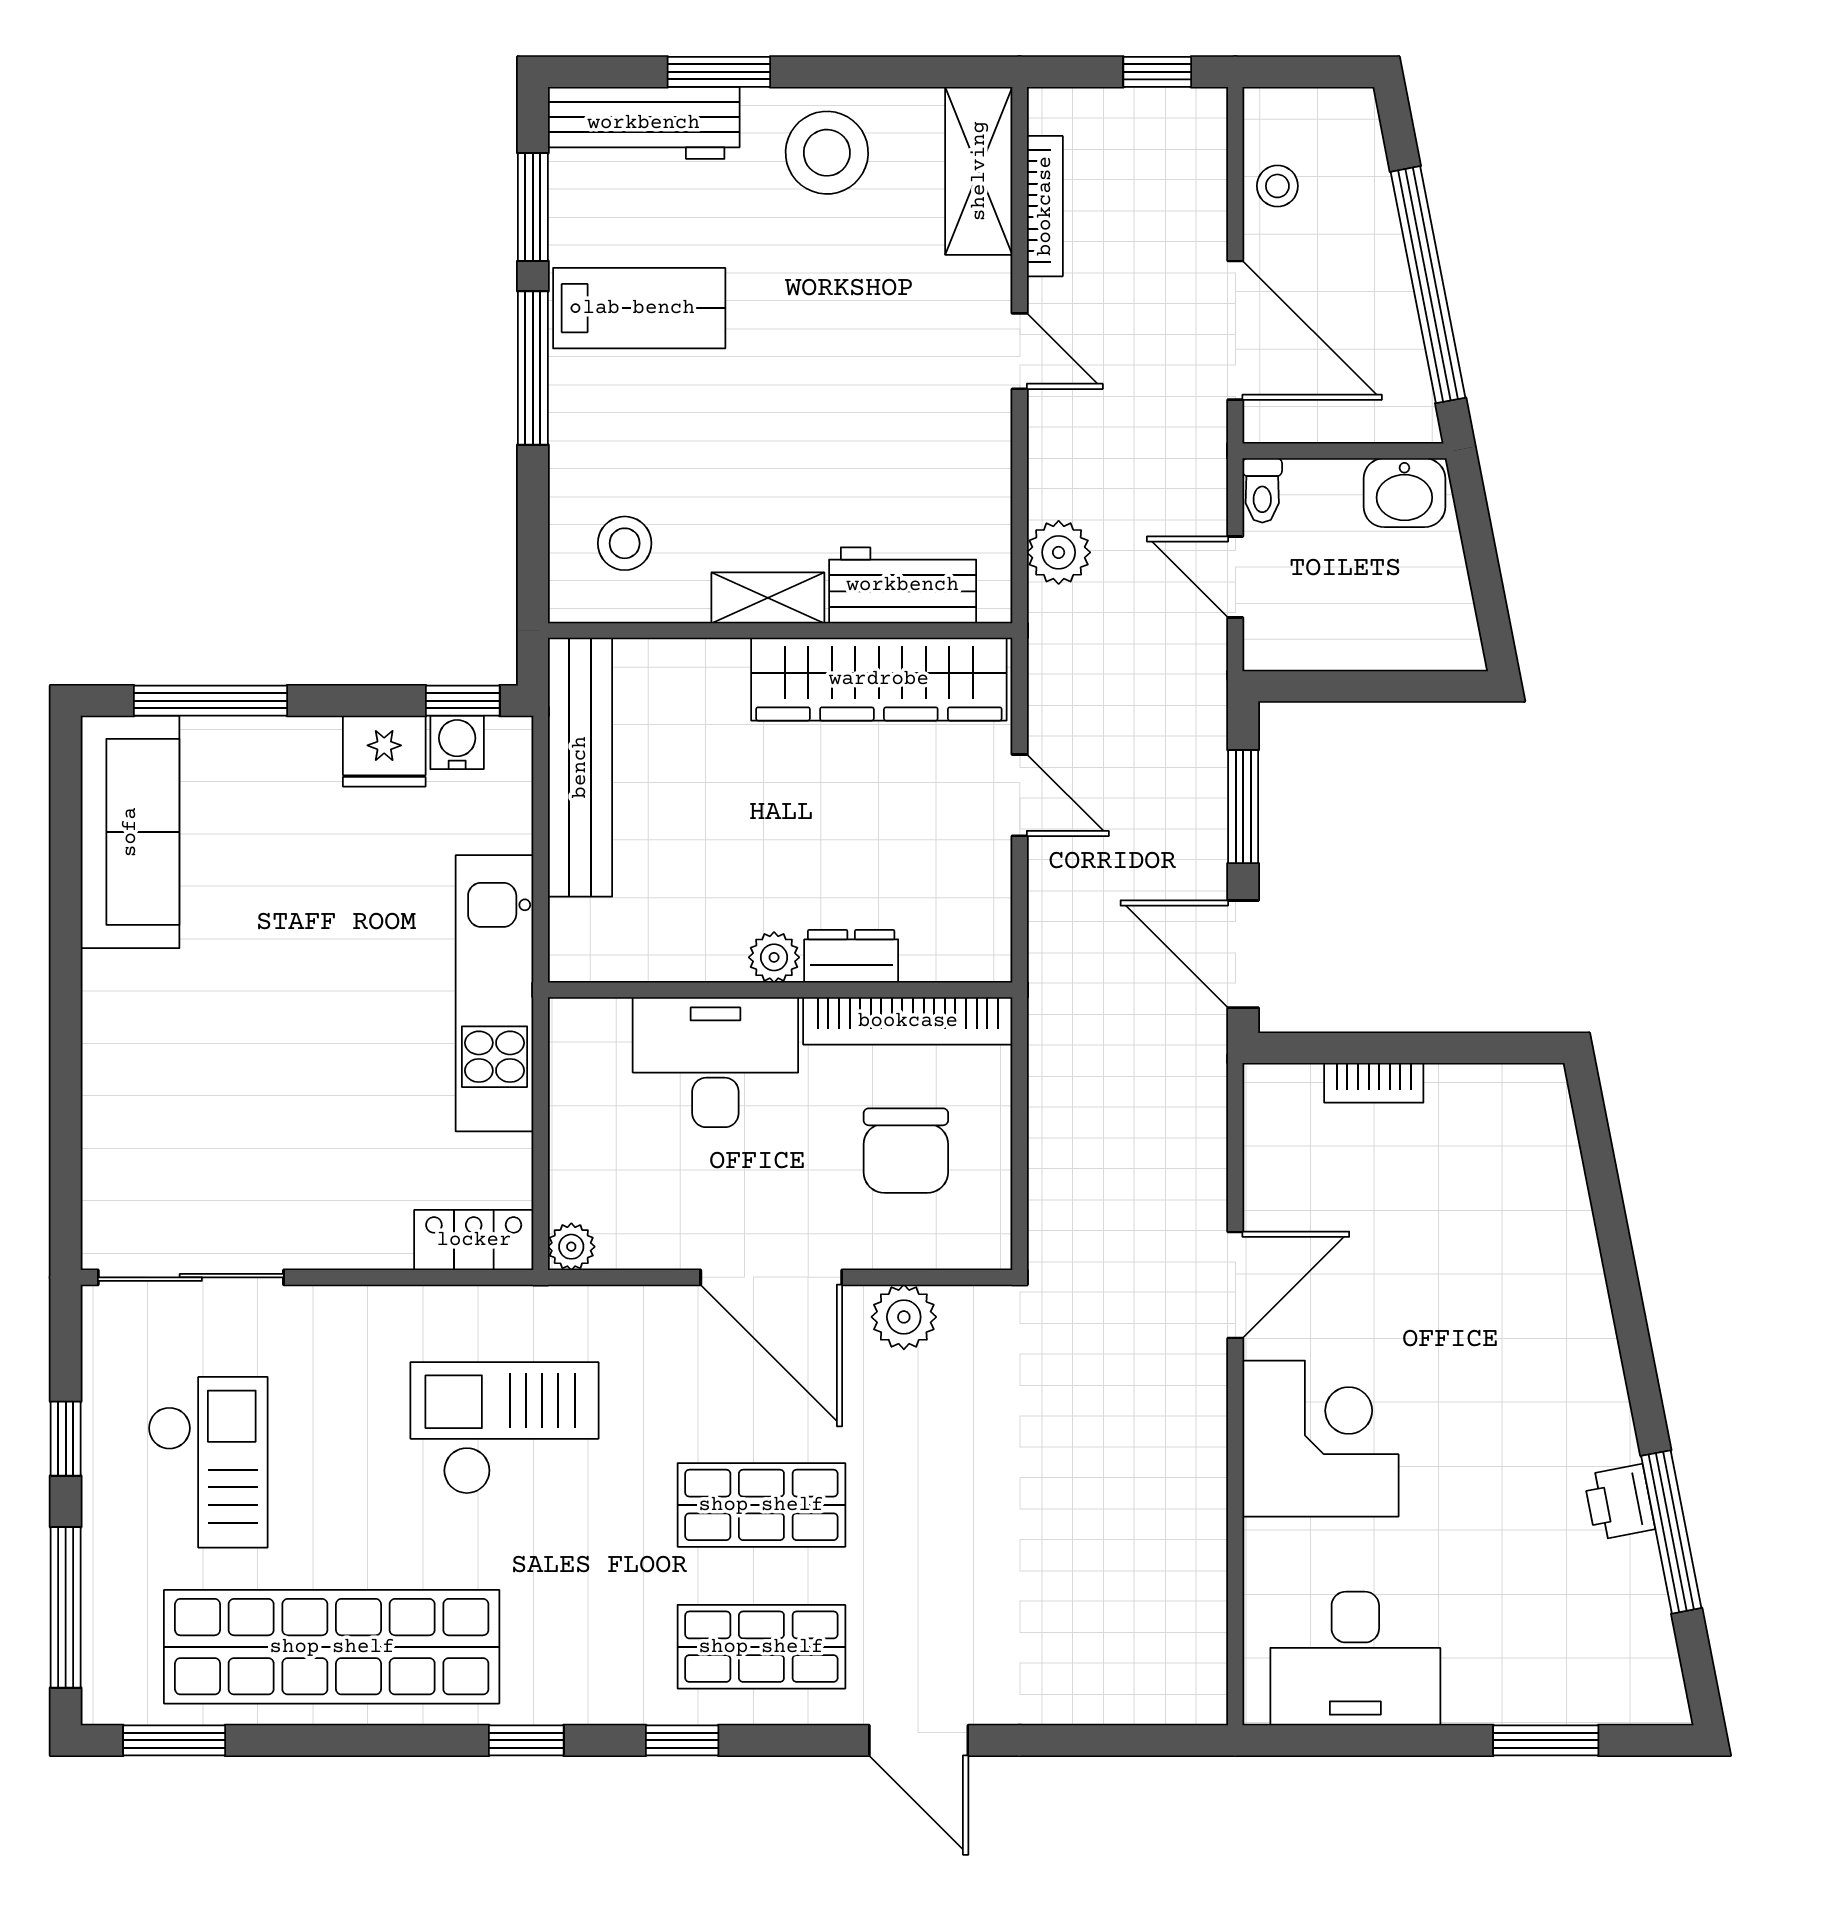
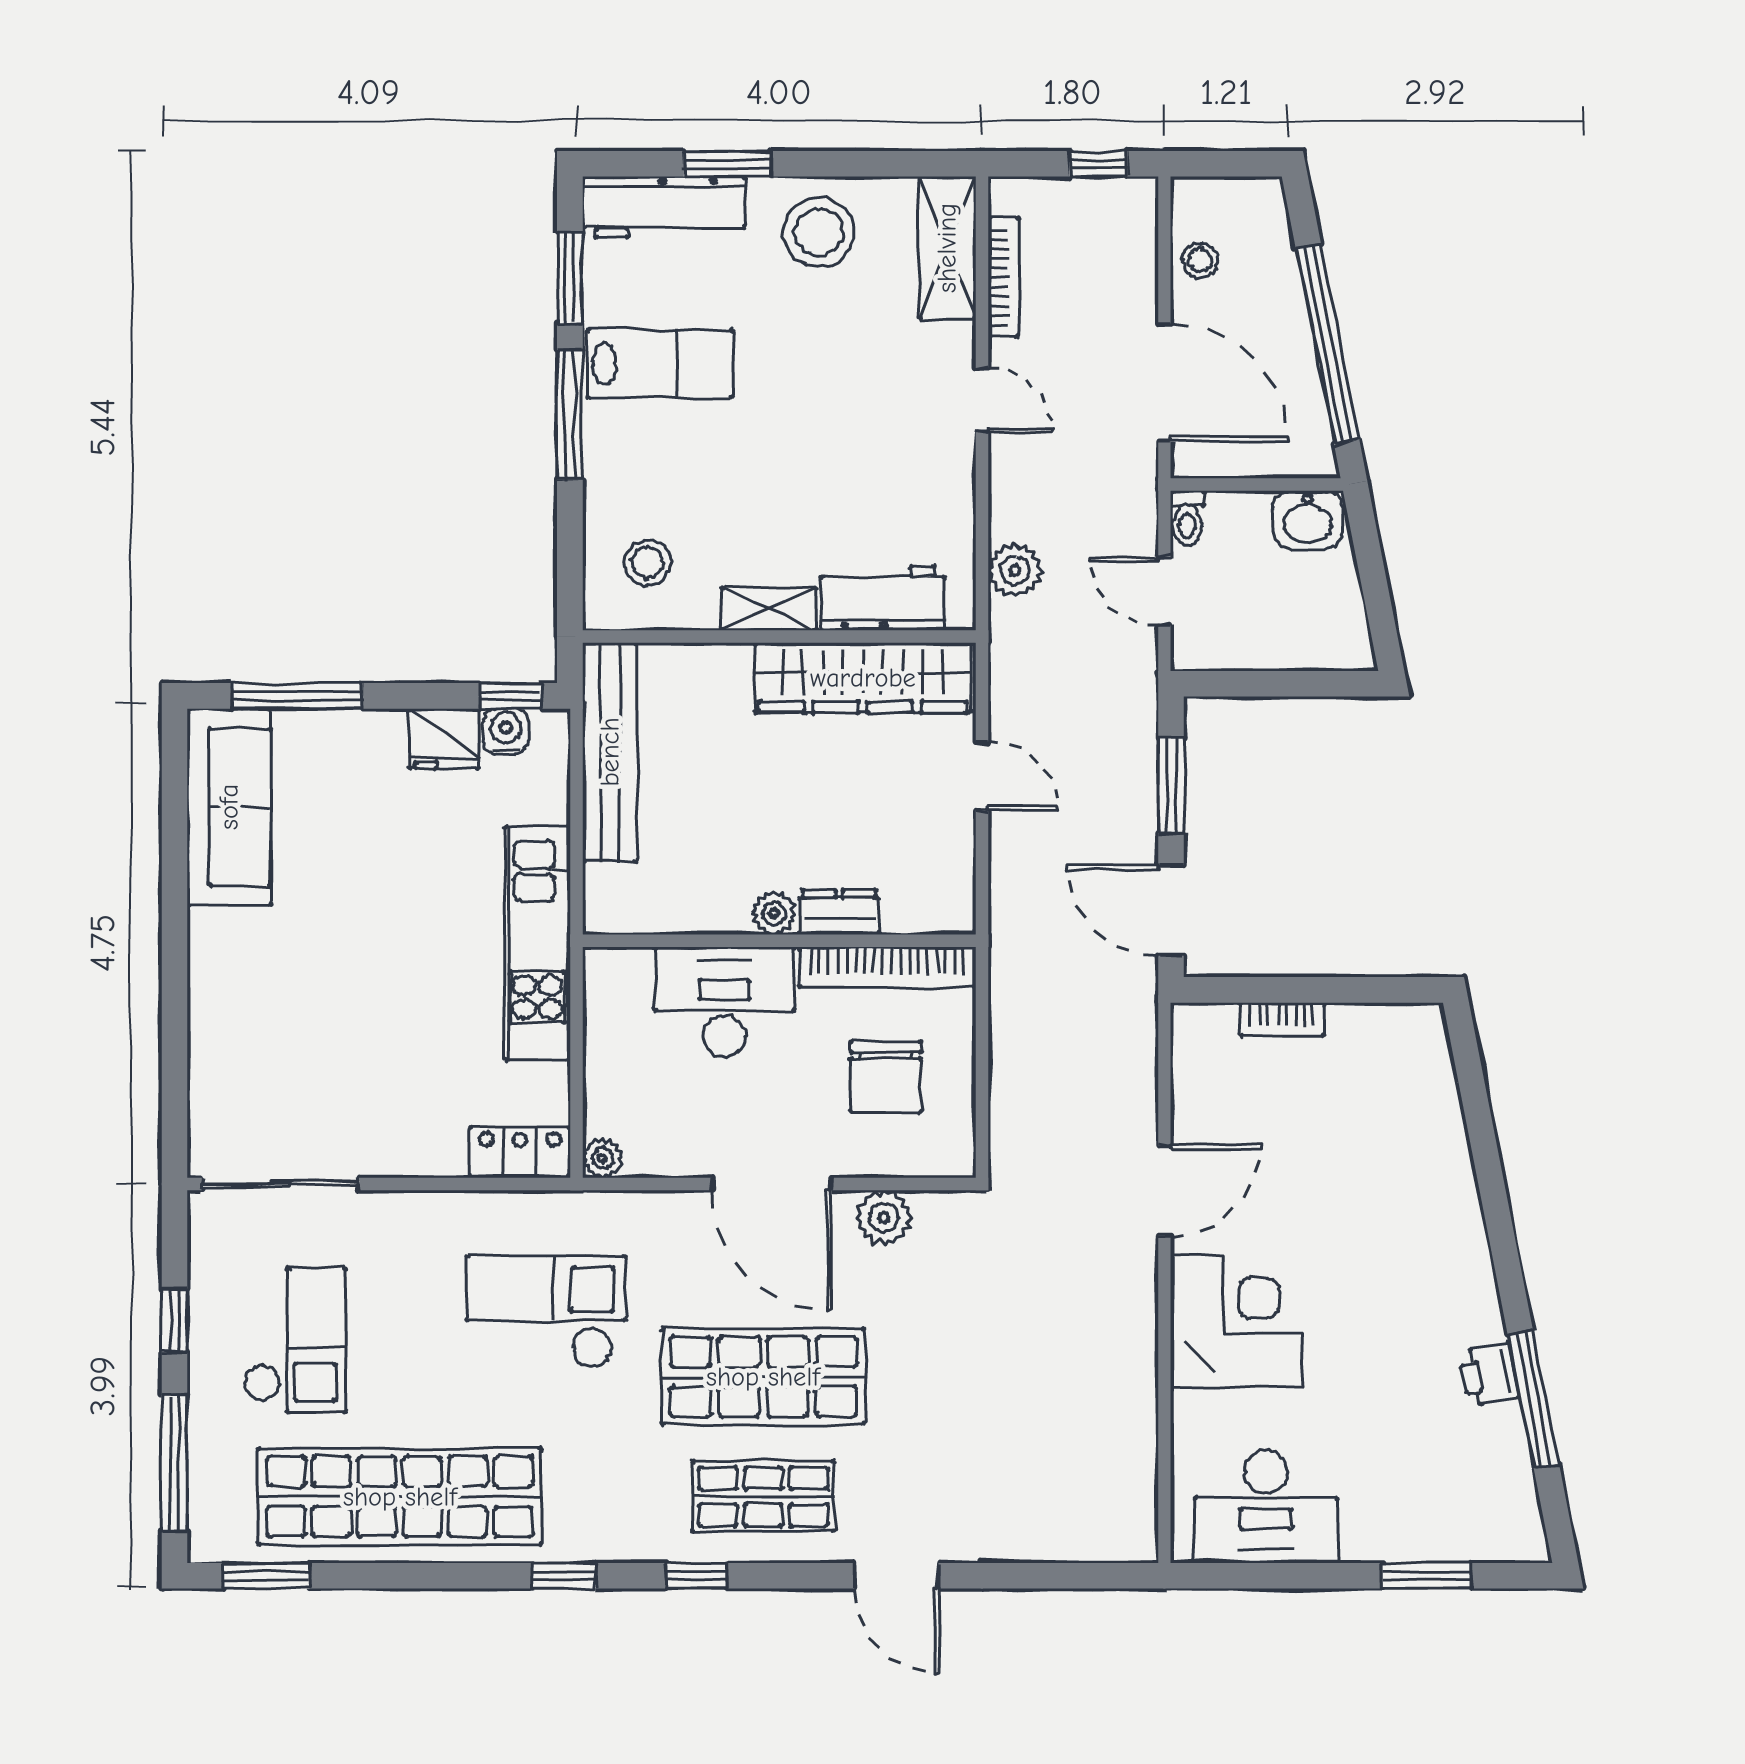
shop shelf: (761, 1505) -> (763, 1377), width x1.43, depth x1.36

